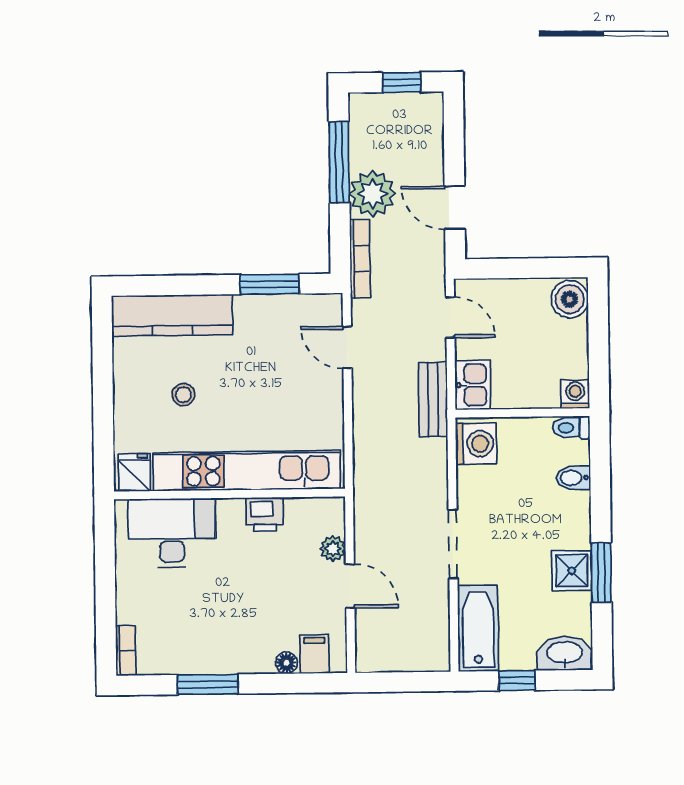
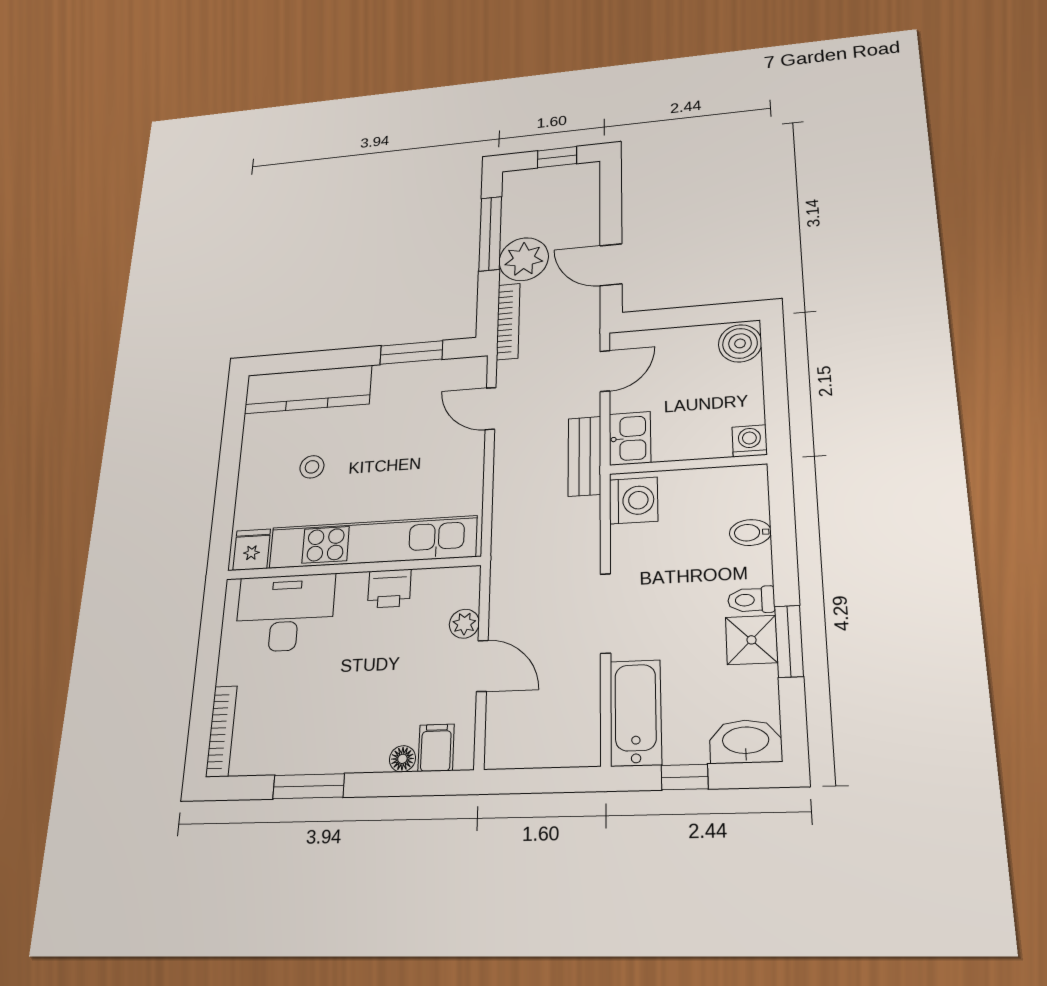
door: (450, 317) -> (605, 371), hinge flipped
toilet: (571, 428) -> (751, 600), moved
bookcase: (126, 651) -> (221, 731), width x1.56

